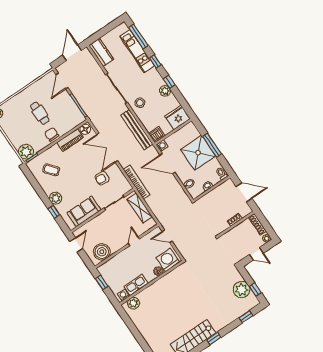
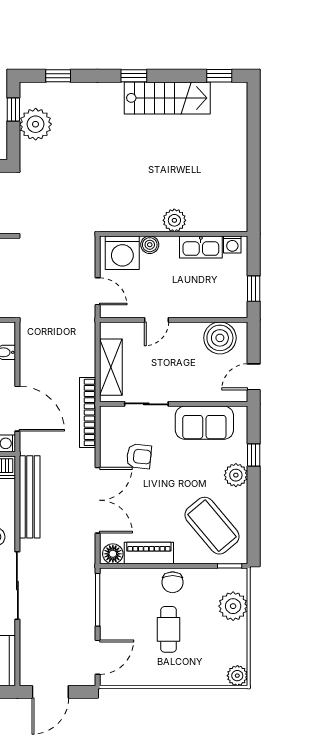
plant: (26, 152) -> (233, 606), moved
coffee table: (51, 170) -> (212, 526), width x1.86, depth x1.72
plant: (133, 303) -> (174, 220), moved

